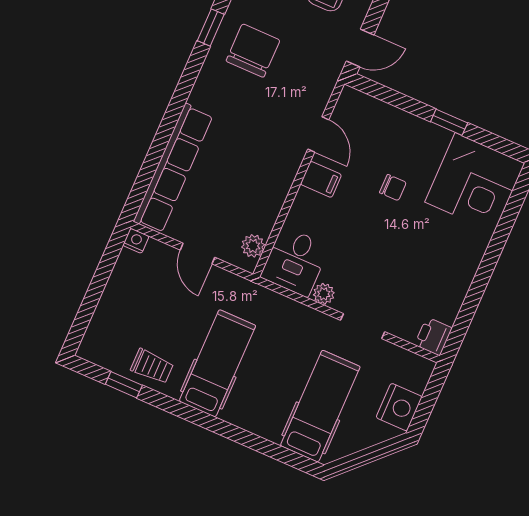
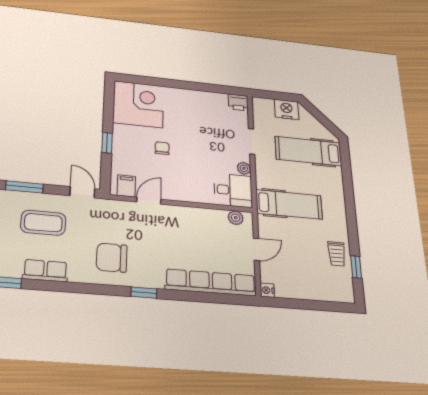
window: (211, 28) -> (144, 293), moved
window: (449, 122) -> (107, 143), moved
filing cabinet: (321, 179) -> (126, 186), moved
hospital bed: (217, 363) -> (289, 204), moved, turned 180
trolley: (152, 366) -> (337, 254), turned 180

